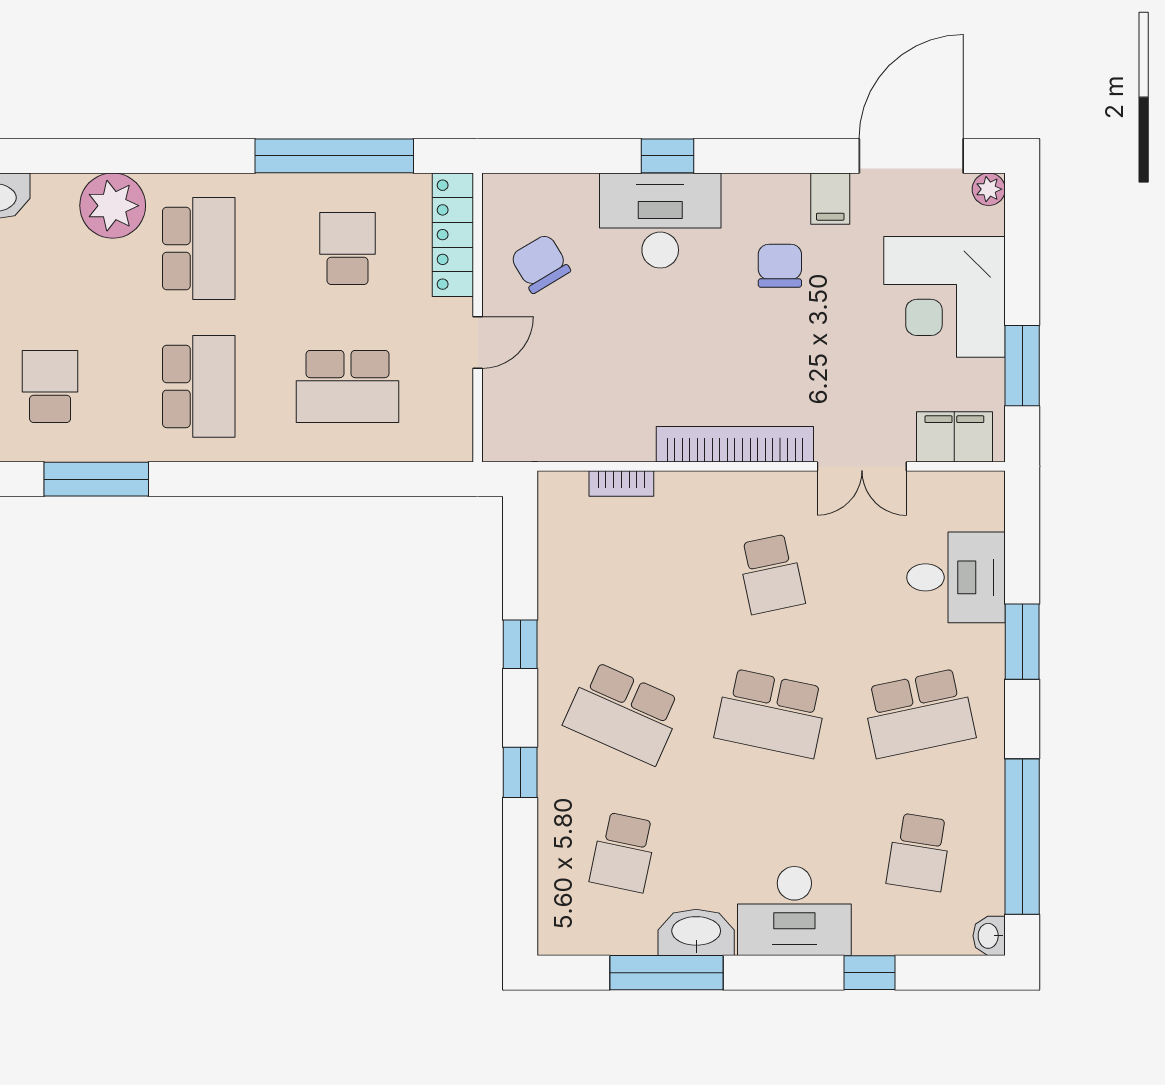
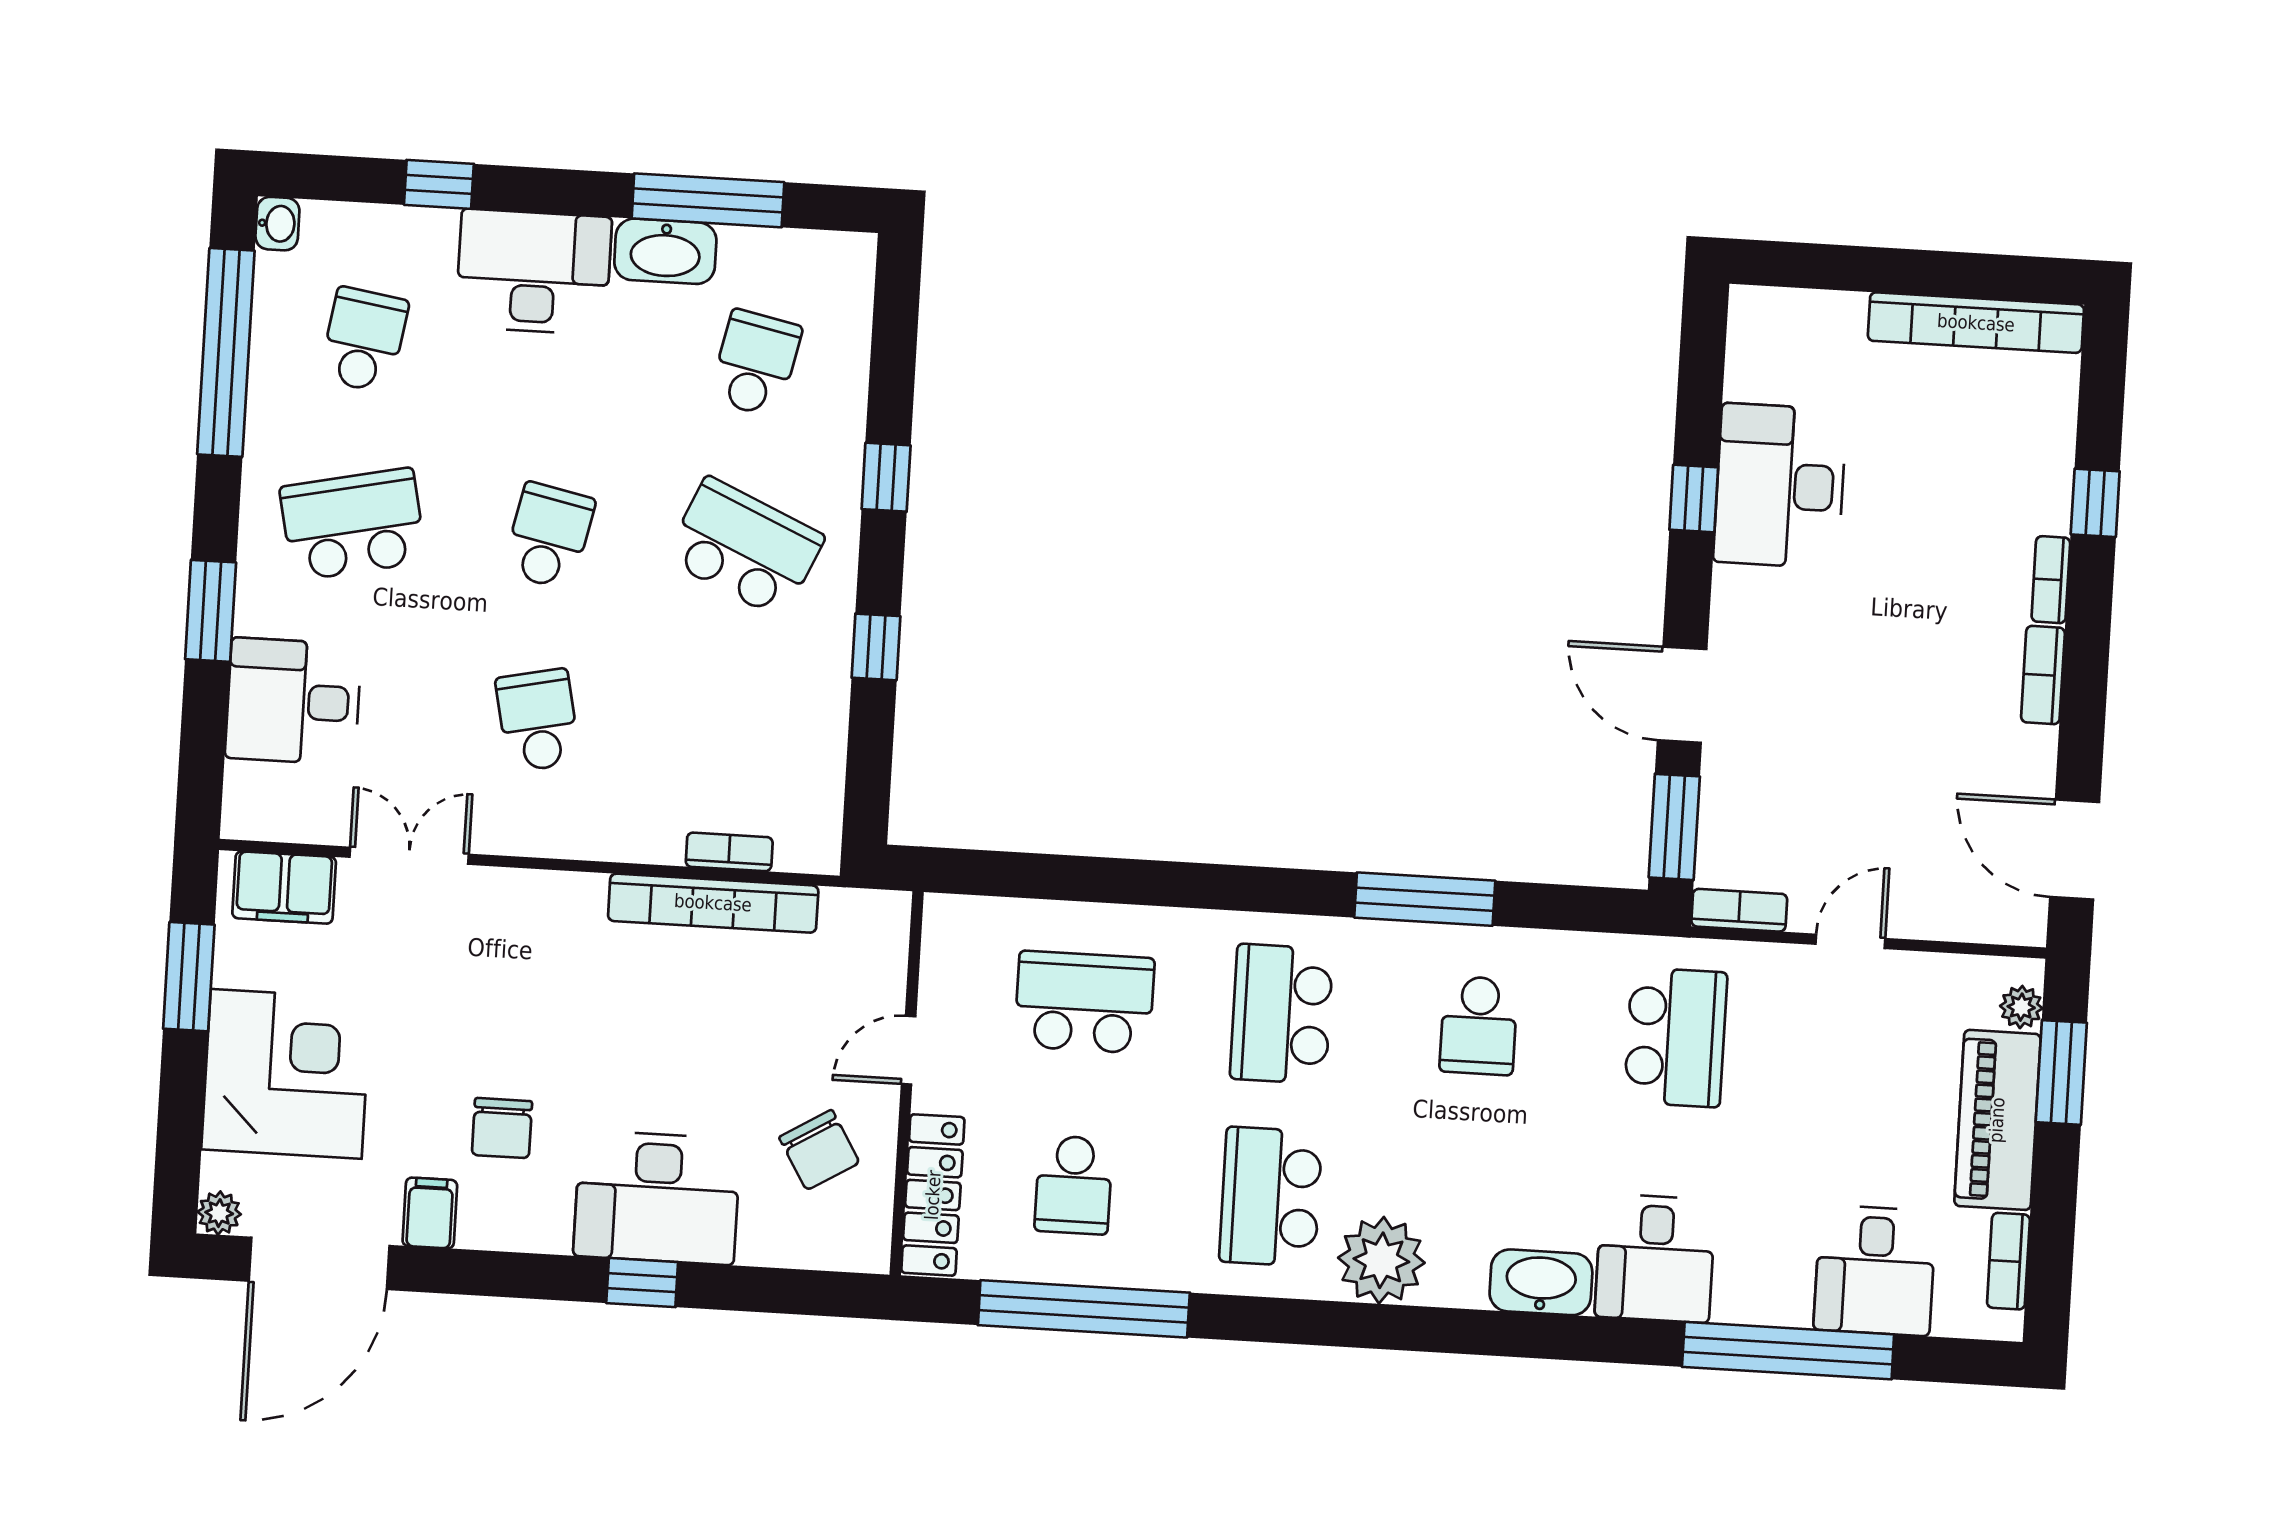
bookcase: (735, 444) -> (713, 903), moved
school desk: (771, 713) -> (549, 536), width x0.54

